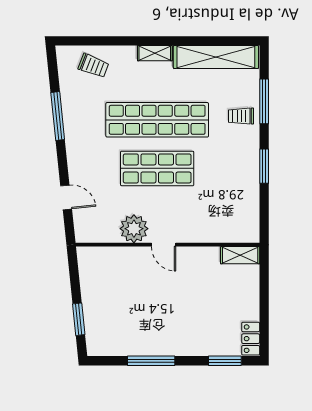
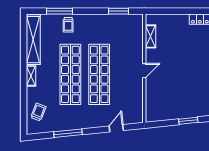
window: (264, 166) -> (118, 11), moved
shop shelf: (157, 168) -> (99, 74), width x1.40
plant: (134, 229) -> (135, 88), removed
shelving: (240, 255) -> (150, 36), moved

